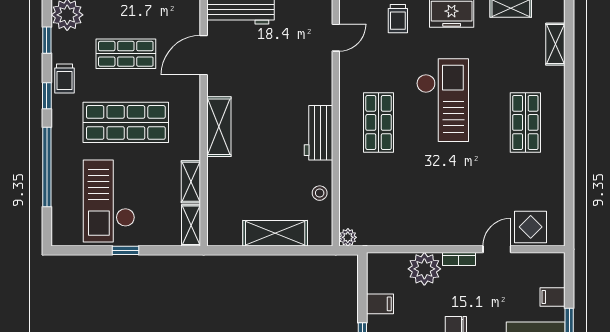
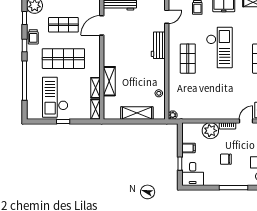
shelving: (219, 127) -> (109, 81), moved
workbench: (318, 133) -> (158, 45), moved

